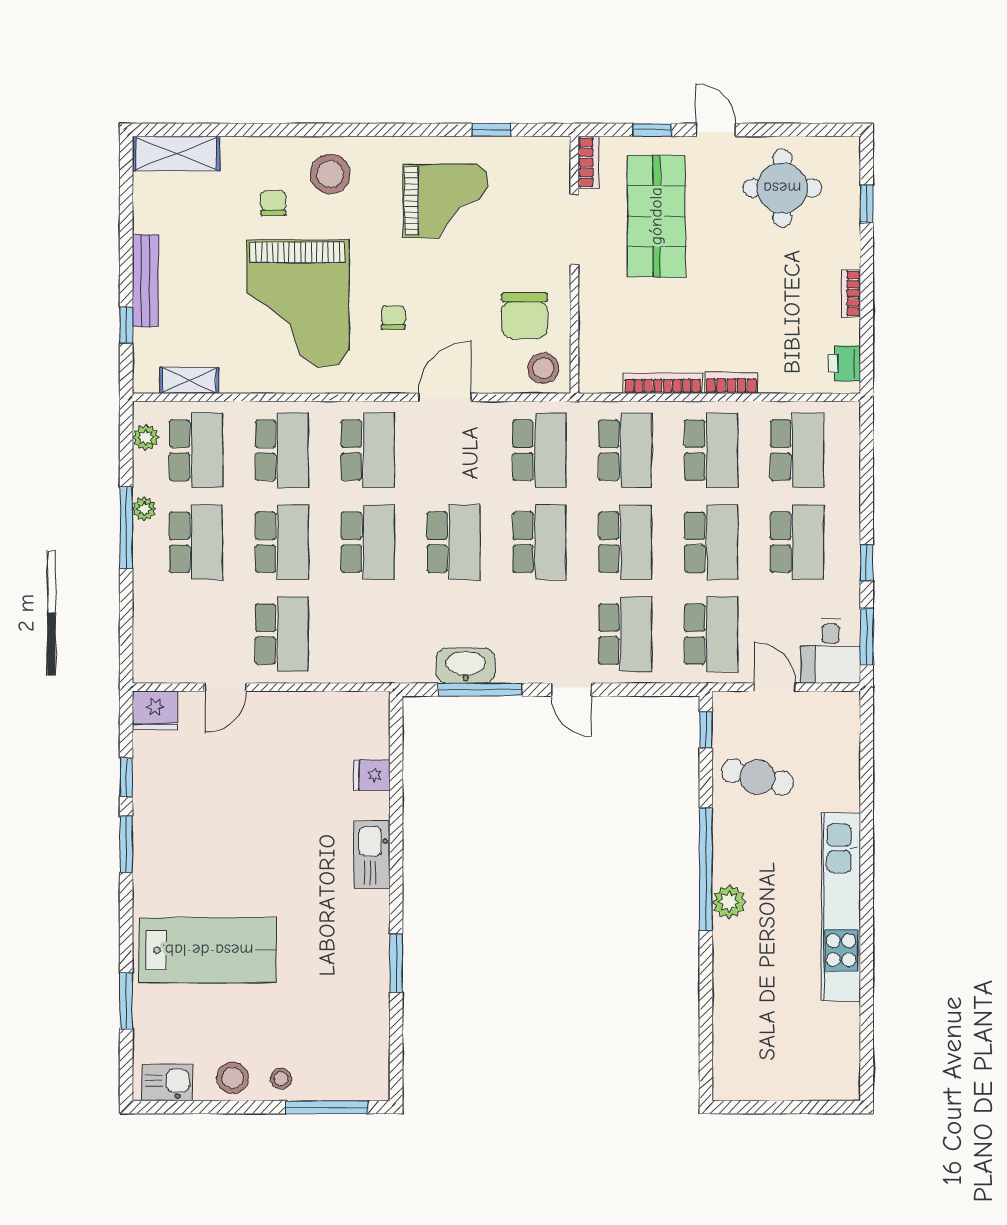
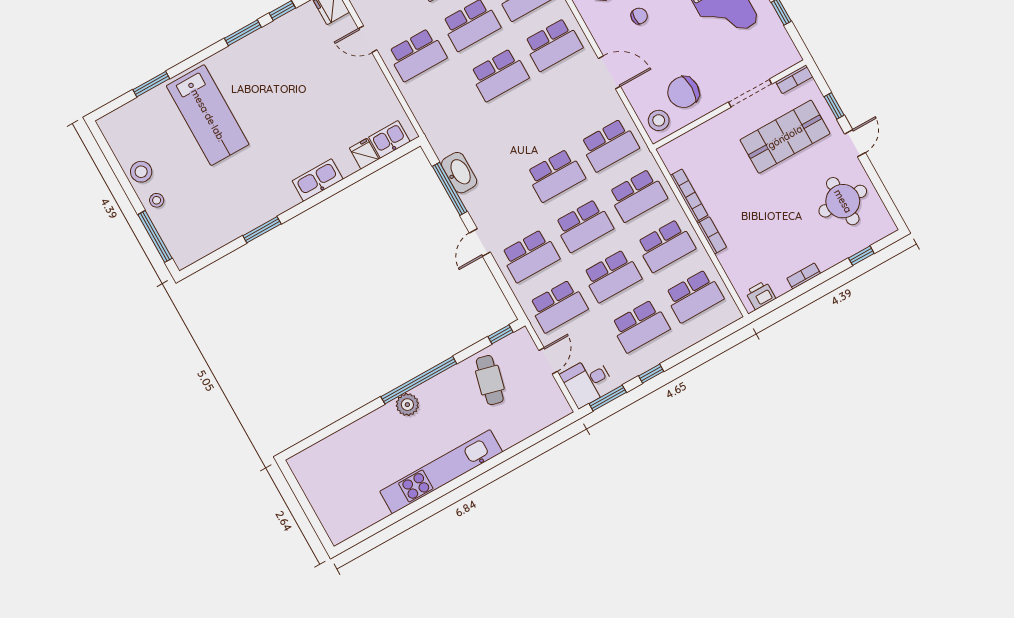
school desk: (454, 542) -> (527, 125), removed
kitchen sink: (168, 1083) -> (389, 139), moved, turned -90

